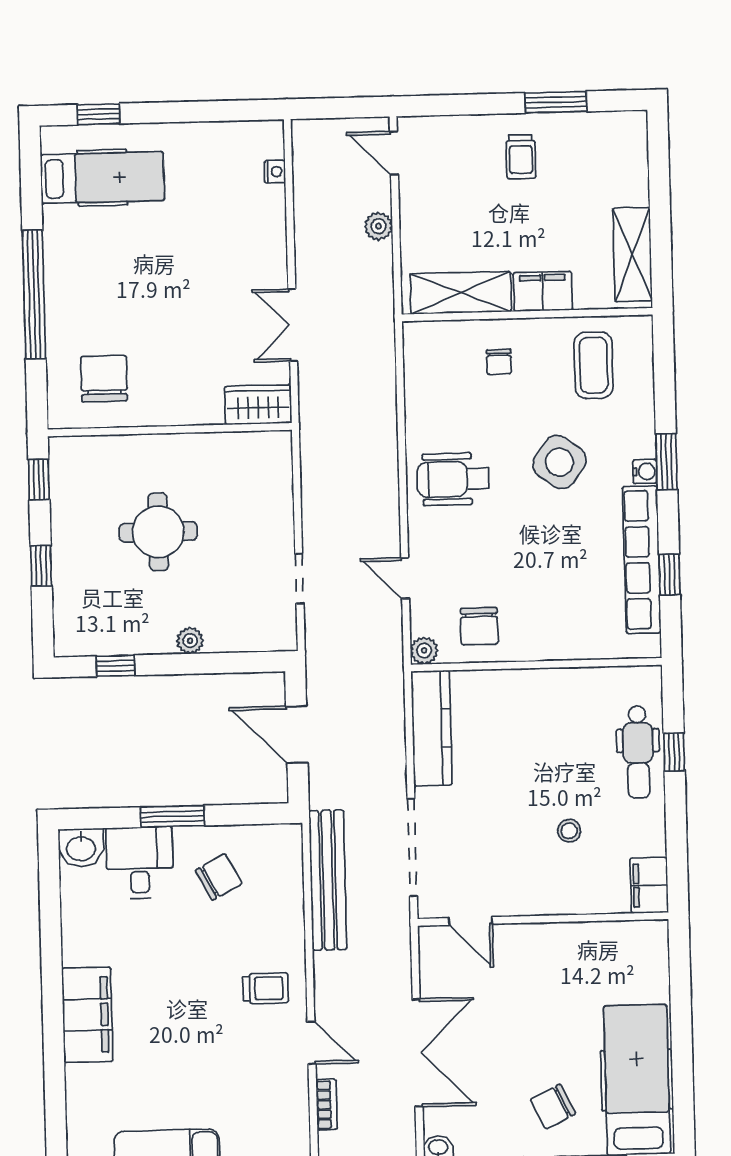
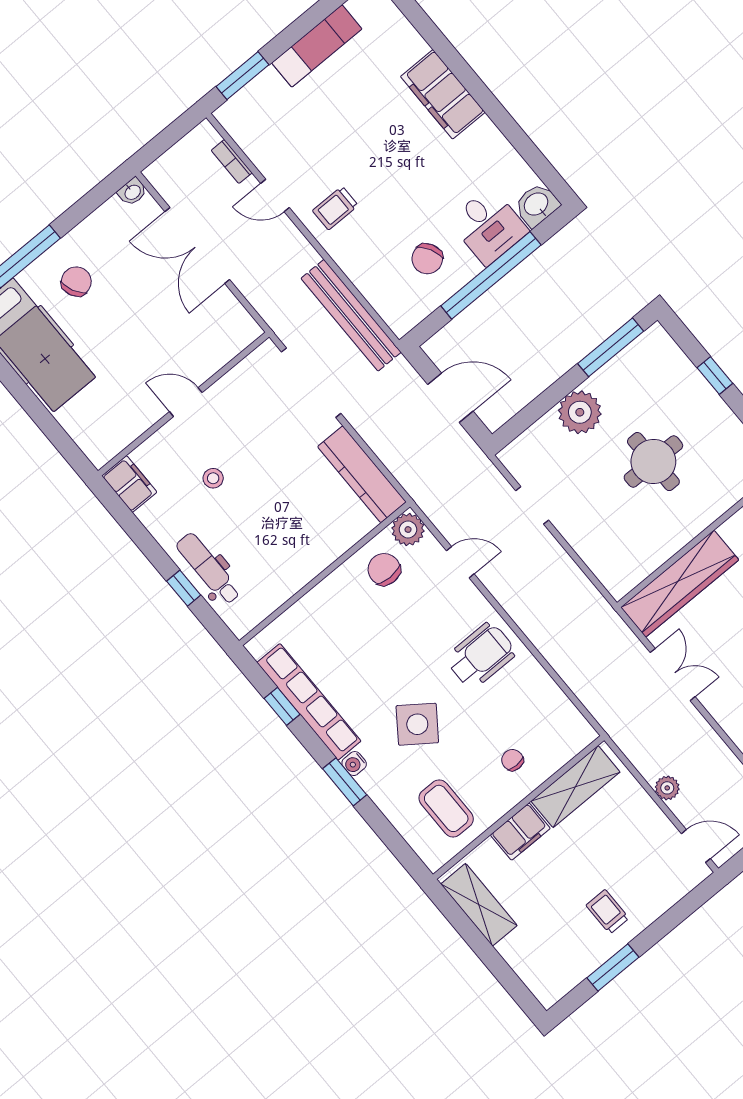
wardrobe: (258, 405) -> (680, 584), width x2.10, depth x1.17
plant: (190, 641) -> (580, 412), width x1.87, depth x1.87
plant: (424, 651) -> (408, 530), width x1.38, depth x1.38
window: (115, 666) -> (611, 347), width x2.17
window: (173, 816) -> (491, 275), width x2.11
door: (471, 921) -> (186, 402), moved

